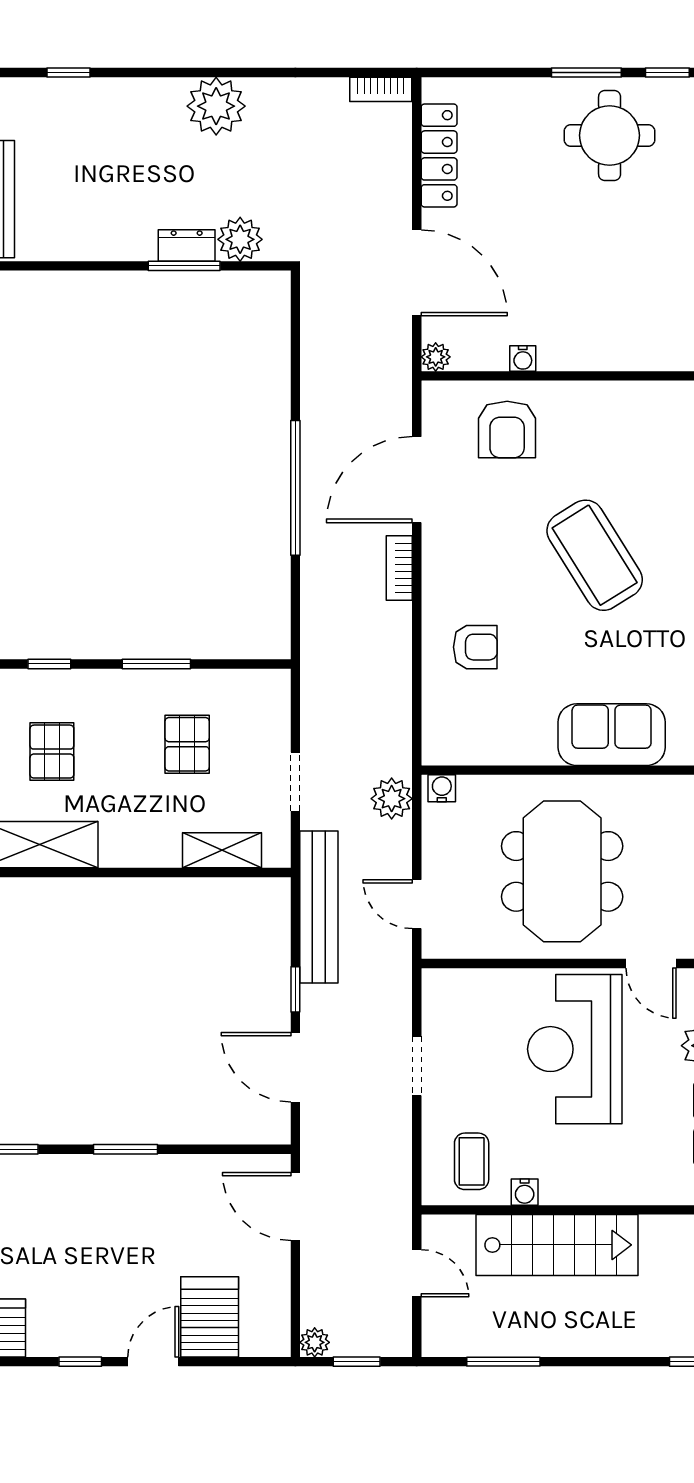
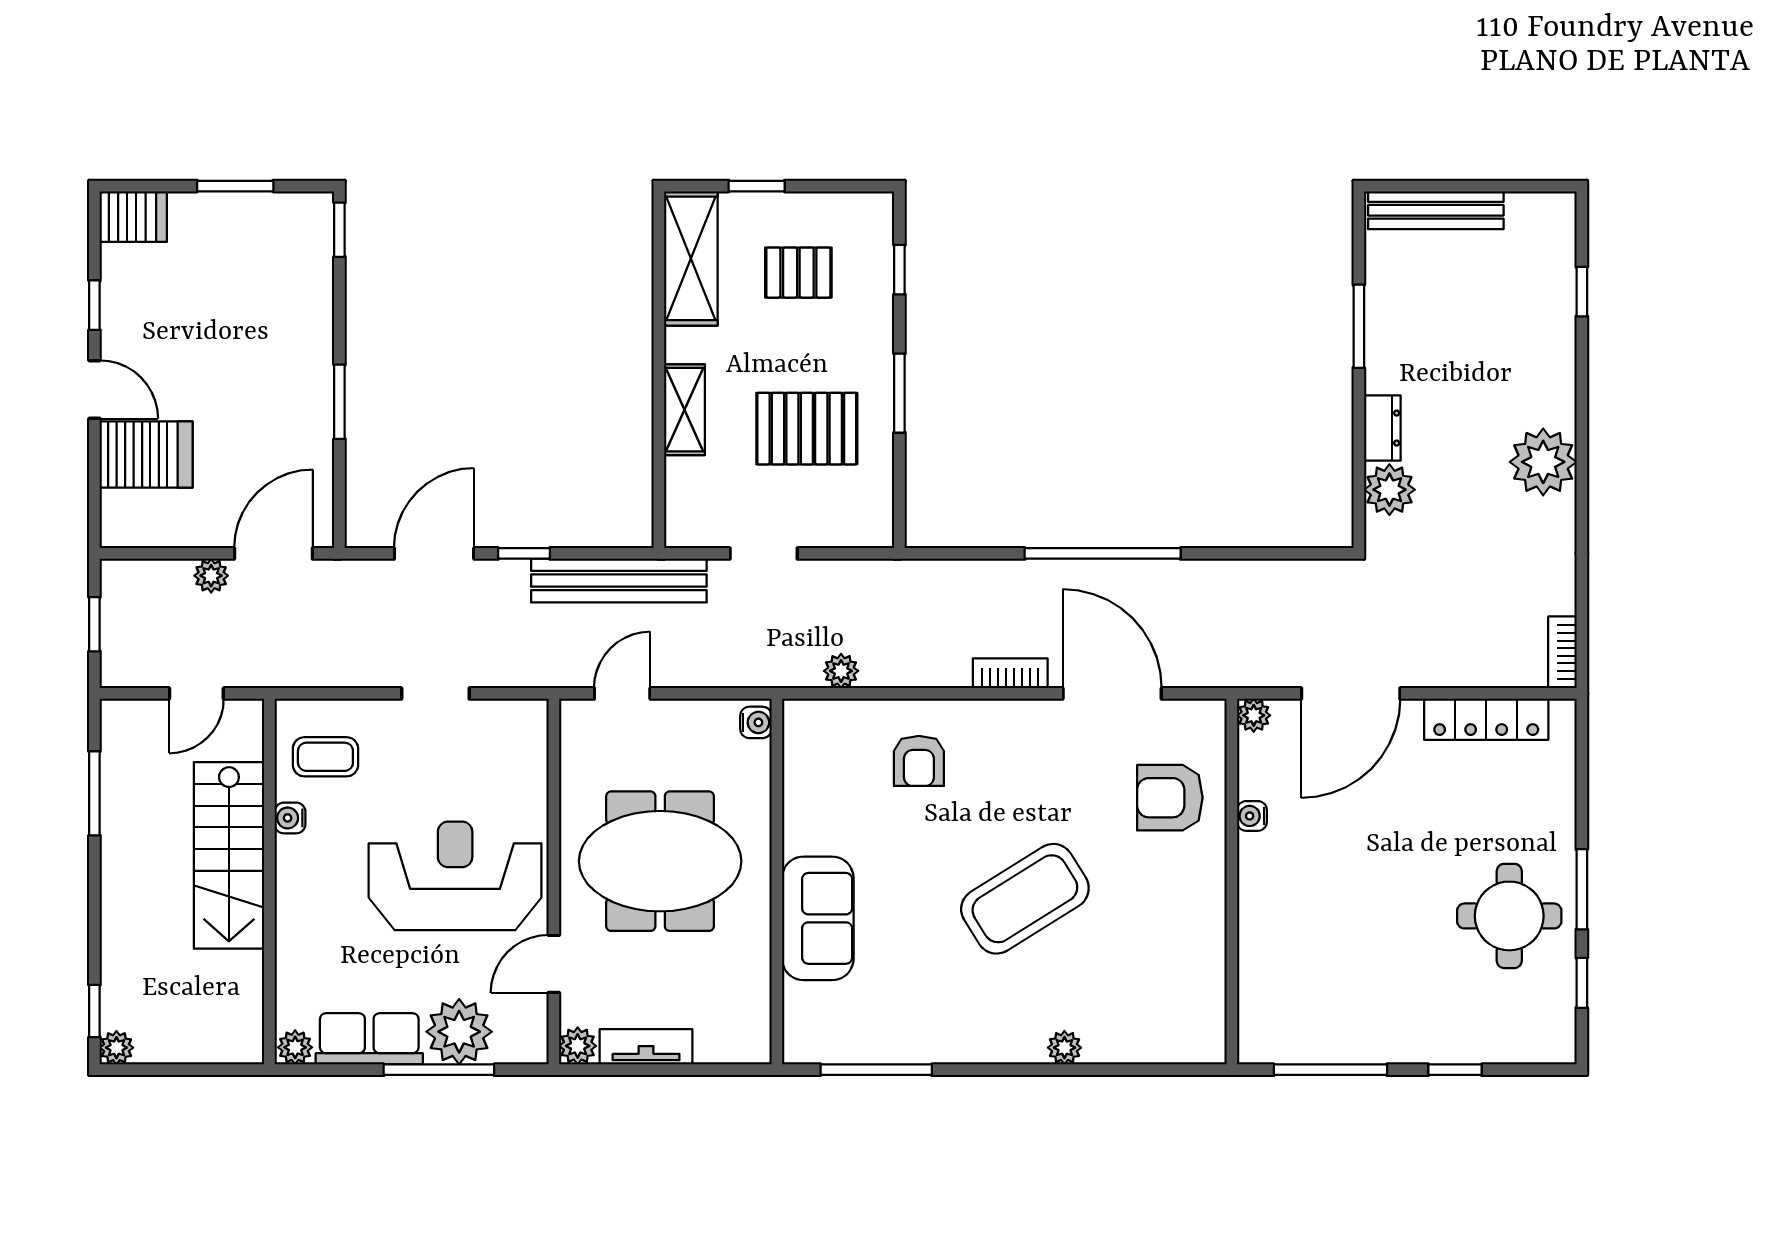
window: (184, 266) -> (1359, 326), moved
pallet: (187, 744) -> (807, 429), width x1.50, depth x1.42
plant: (392, 799) -> (841, 671), moved, width x0.73, depth x0.73
shelving: (222, 850) -> (684, 410), moved
window: (126, 1149) -> (339, 402), moved
plant: (315, 1342) -> (211, 576), moved

